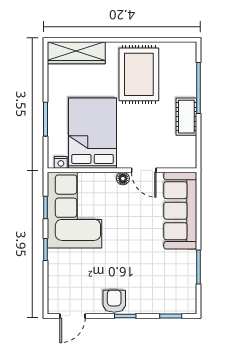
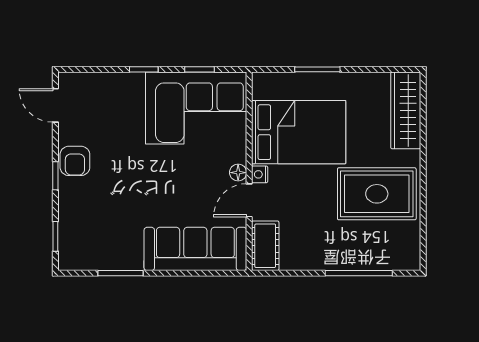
cot: (186, 117) -> (265, 246), moved, turned 90
nightstand: (61, 162) -> (260, 174), moved
armchair: (114, 301) -> (75, 161), turned 90

